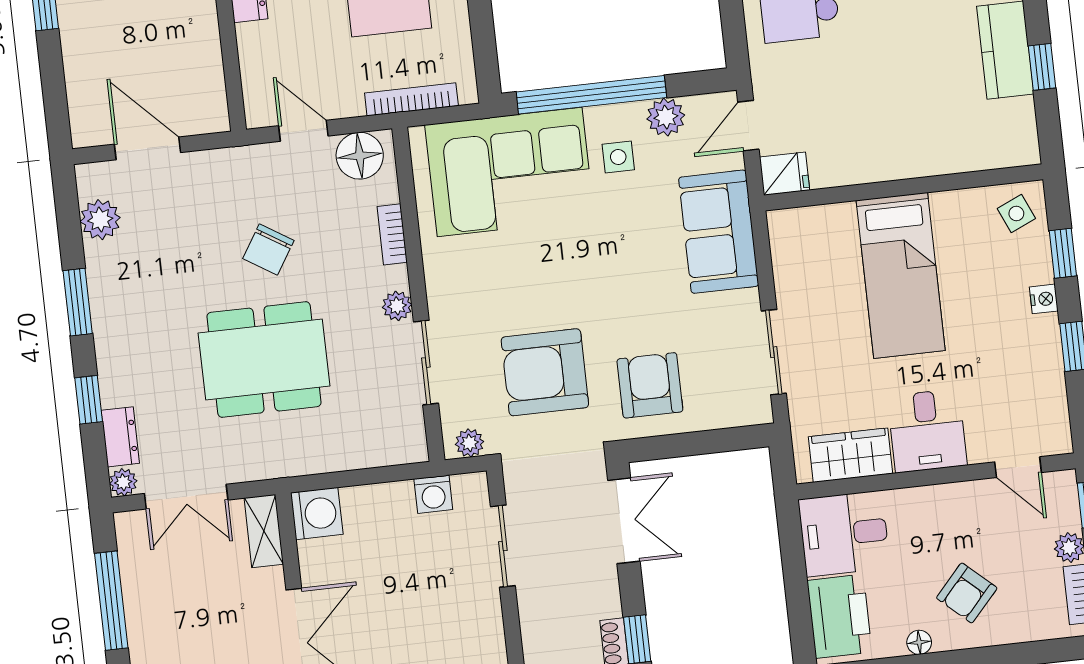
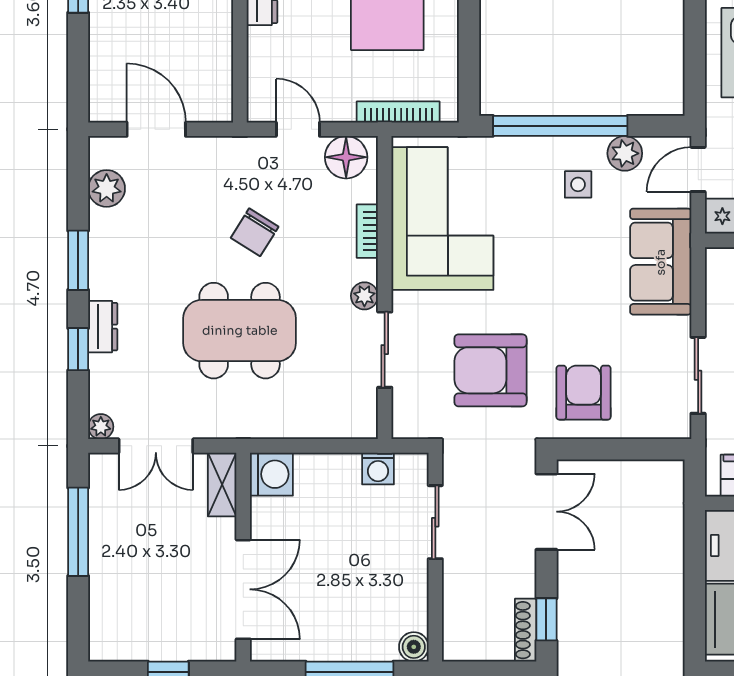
corner sofa: (510, 172) -> (442, 219), moved, turned -90
dresser: (120, 437) -> (103, 327), moved
plant: (470, 443) -> (416, 426), removed

